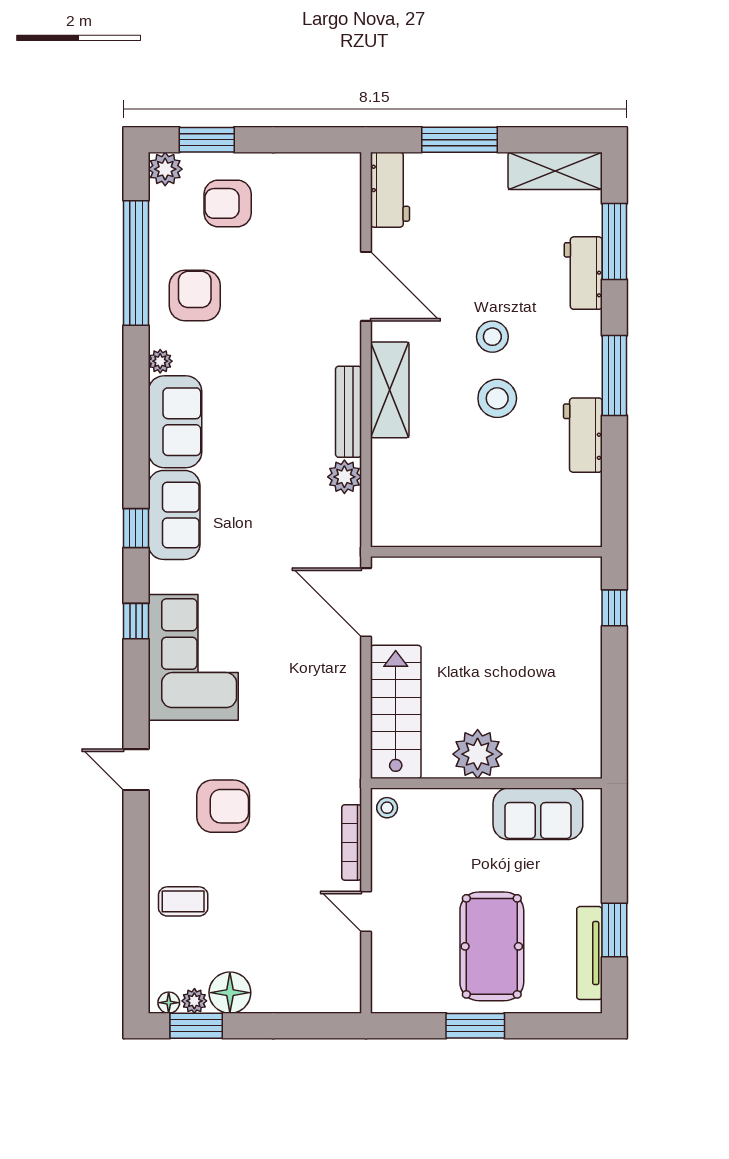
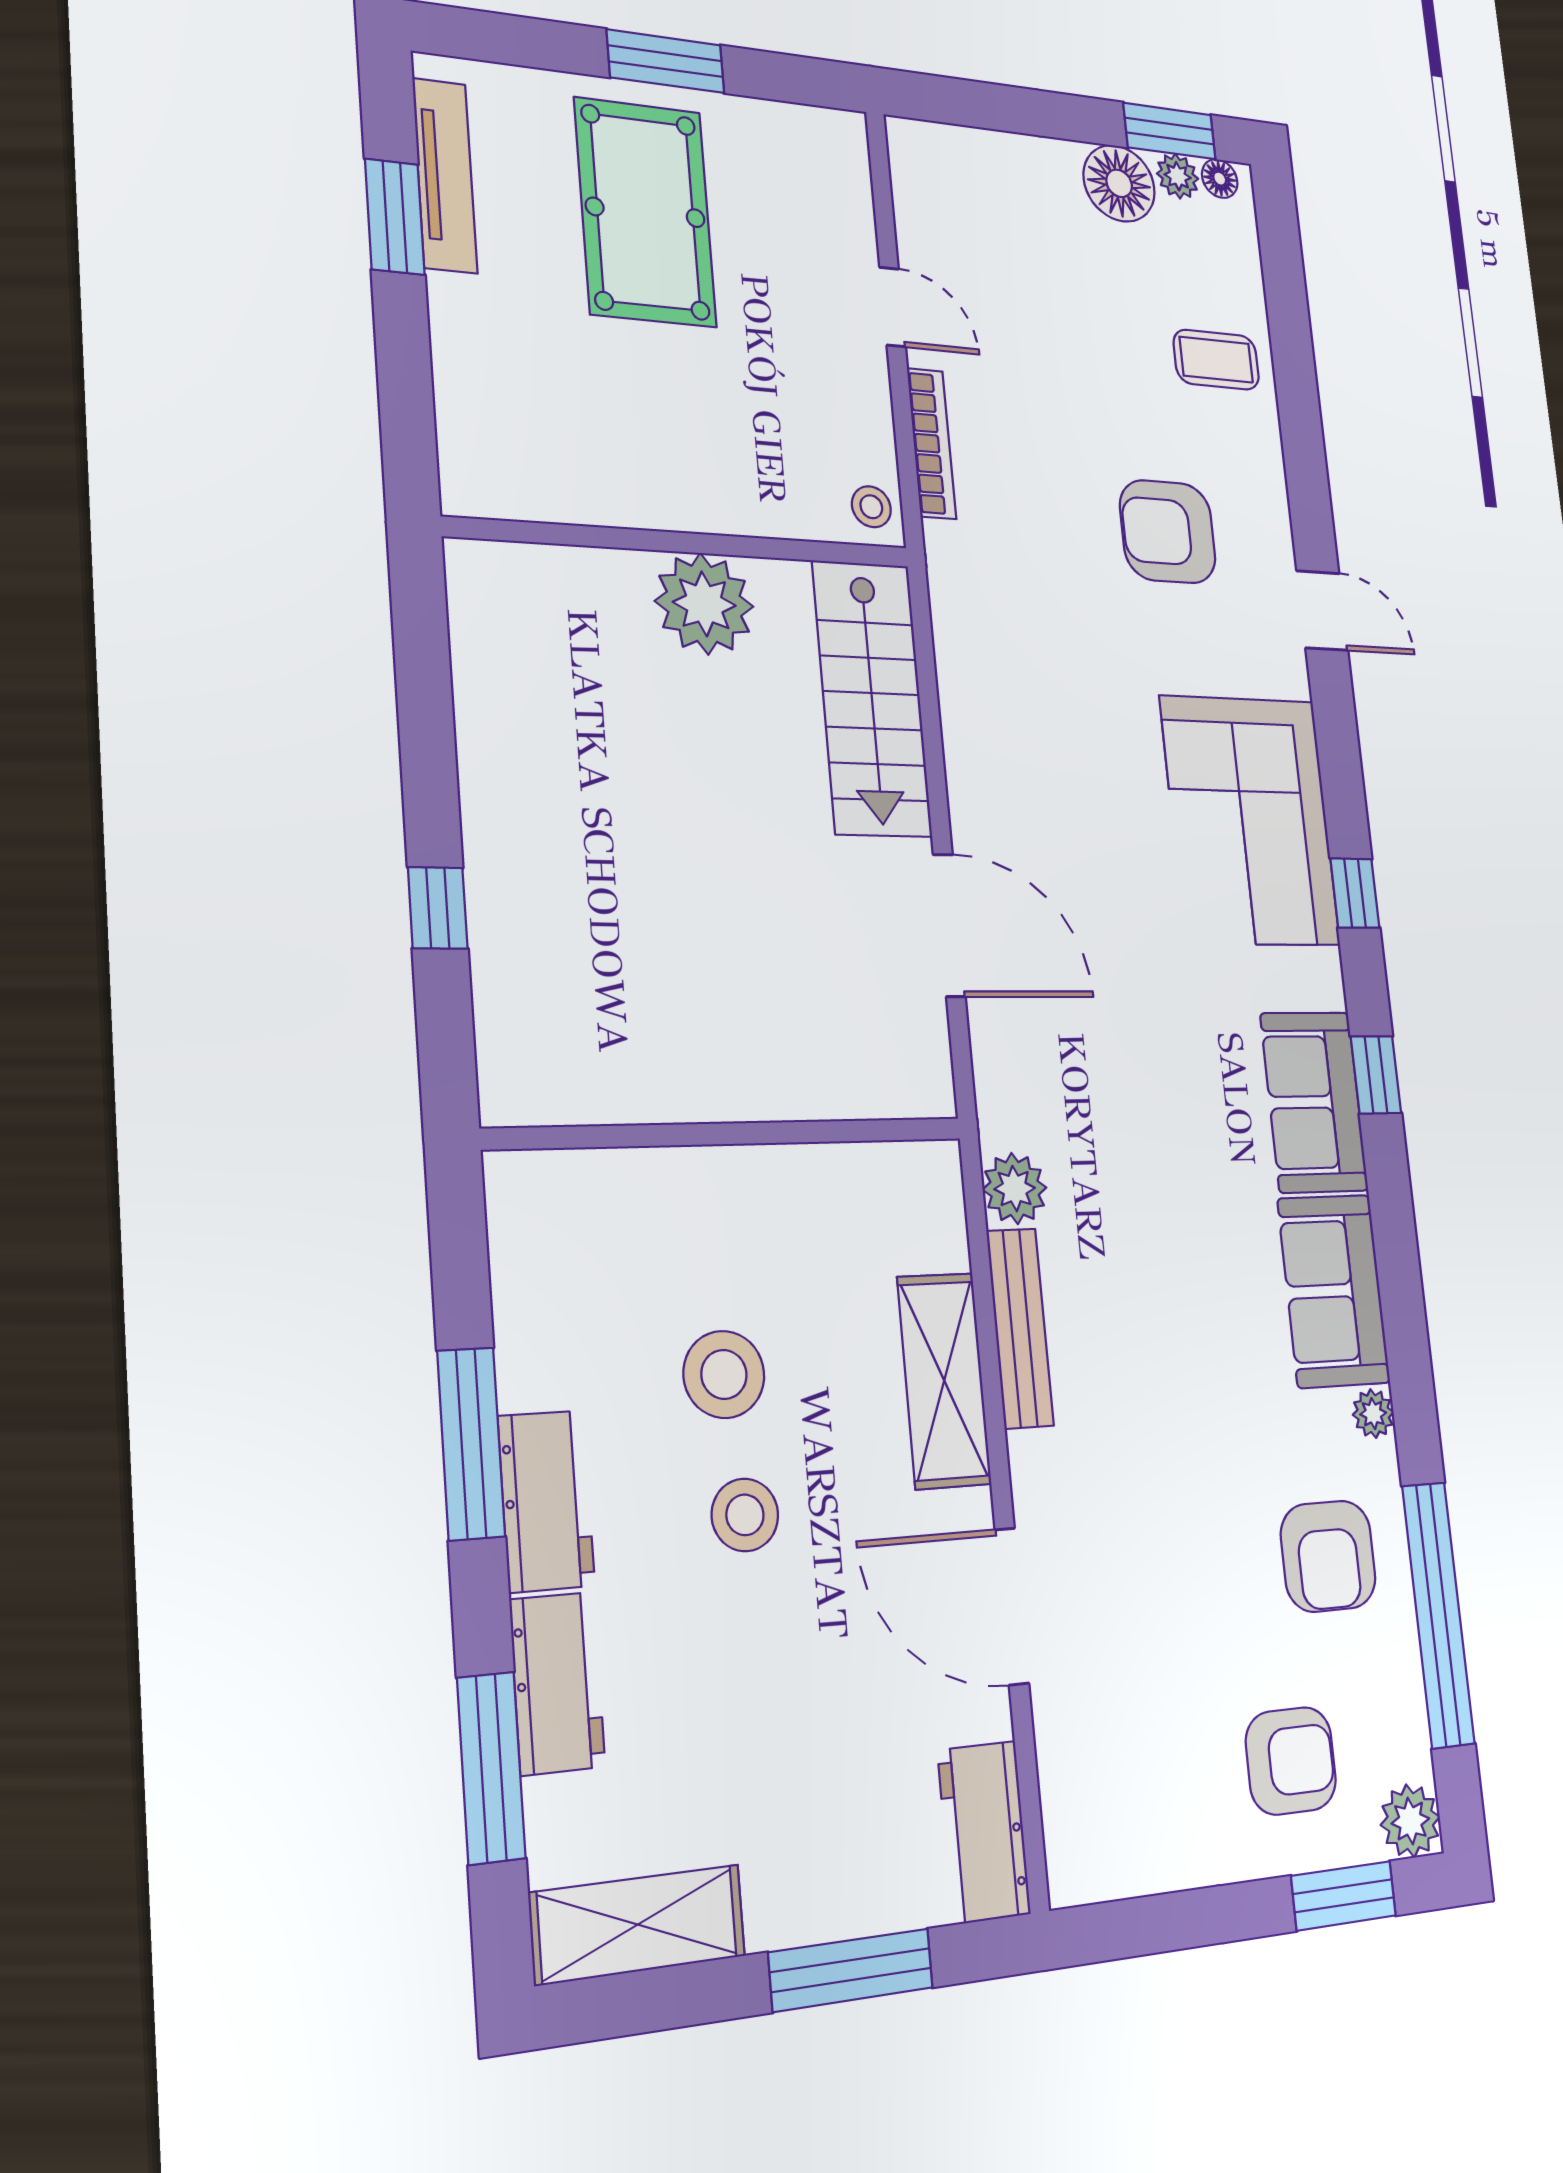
workbench: (583, 435) -> (546, 1501), moved
wall: (486, 552) -> (728, 1134), moved
sofa: (538, 814) -> (572, 472), removed

